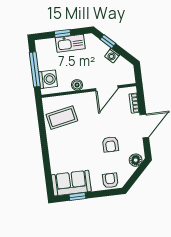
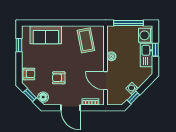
window: (108, 41) -> (133, 97), moved
washing machine: (48, 79) -> (146, 35), moved, turned 90
window: (135, 176) -> (30, 95), added
sofa: (71, 183) -> (46, 35), moved, turned 90

